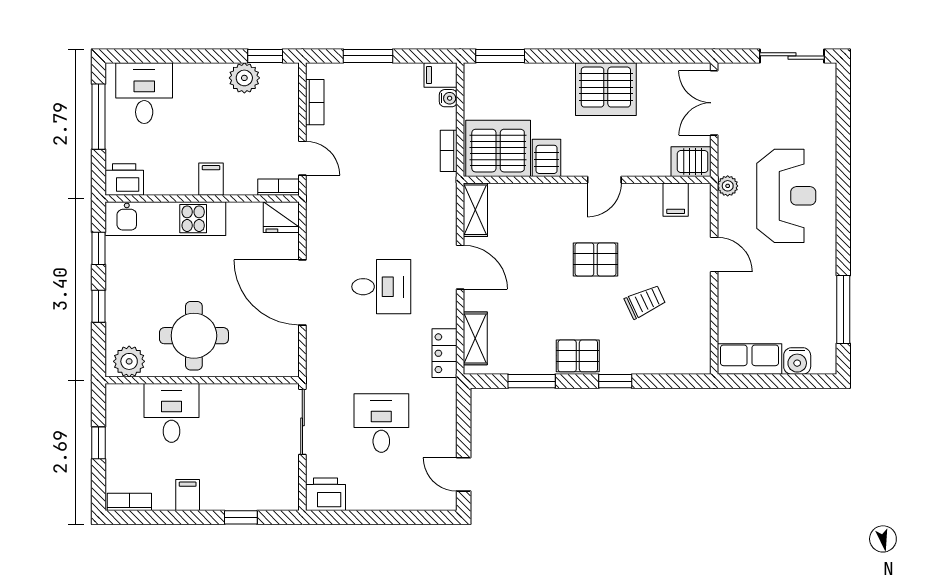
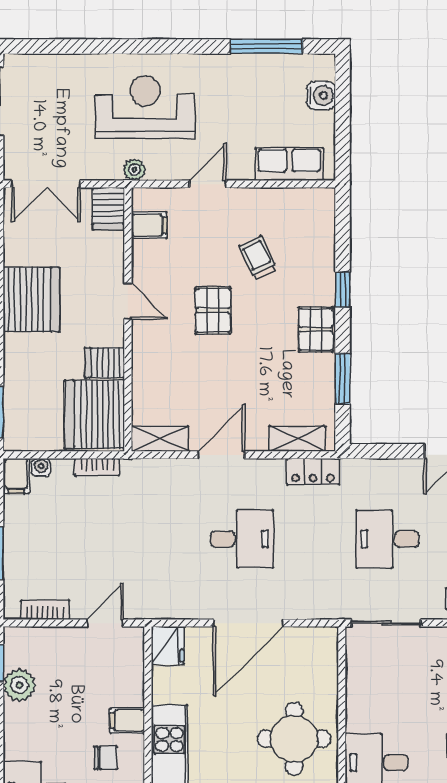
chair: (176, 159) -> (106, 758), added
bookcase: (278, 187) -> (136, 649), removed
desk: (381, 287) -> (242, 539), turned 90
row of seats: (749, 359) -> (289, 164), moved, turned 90

